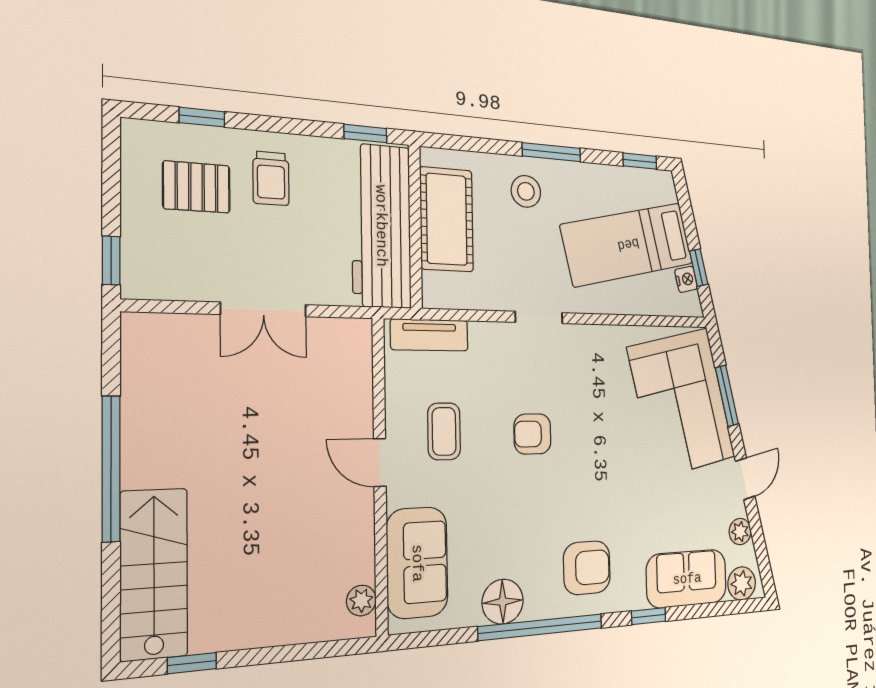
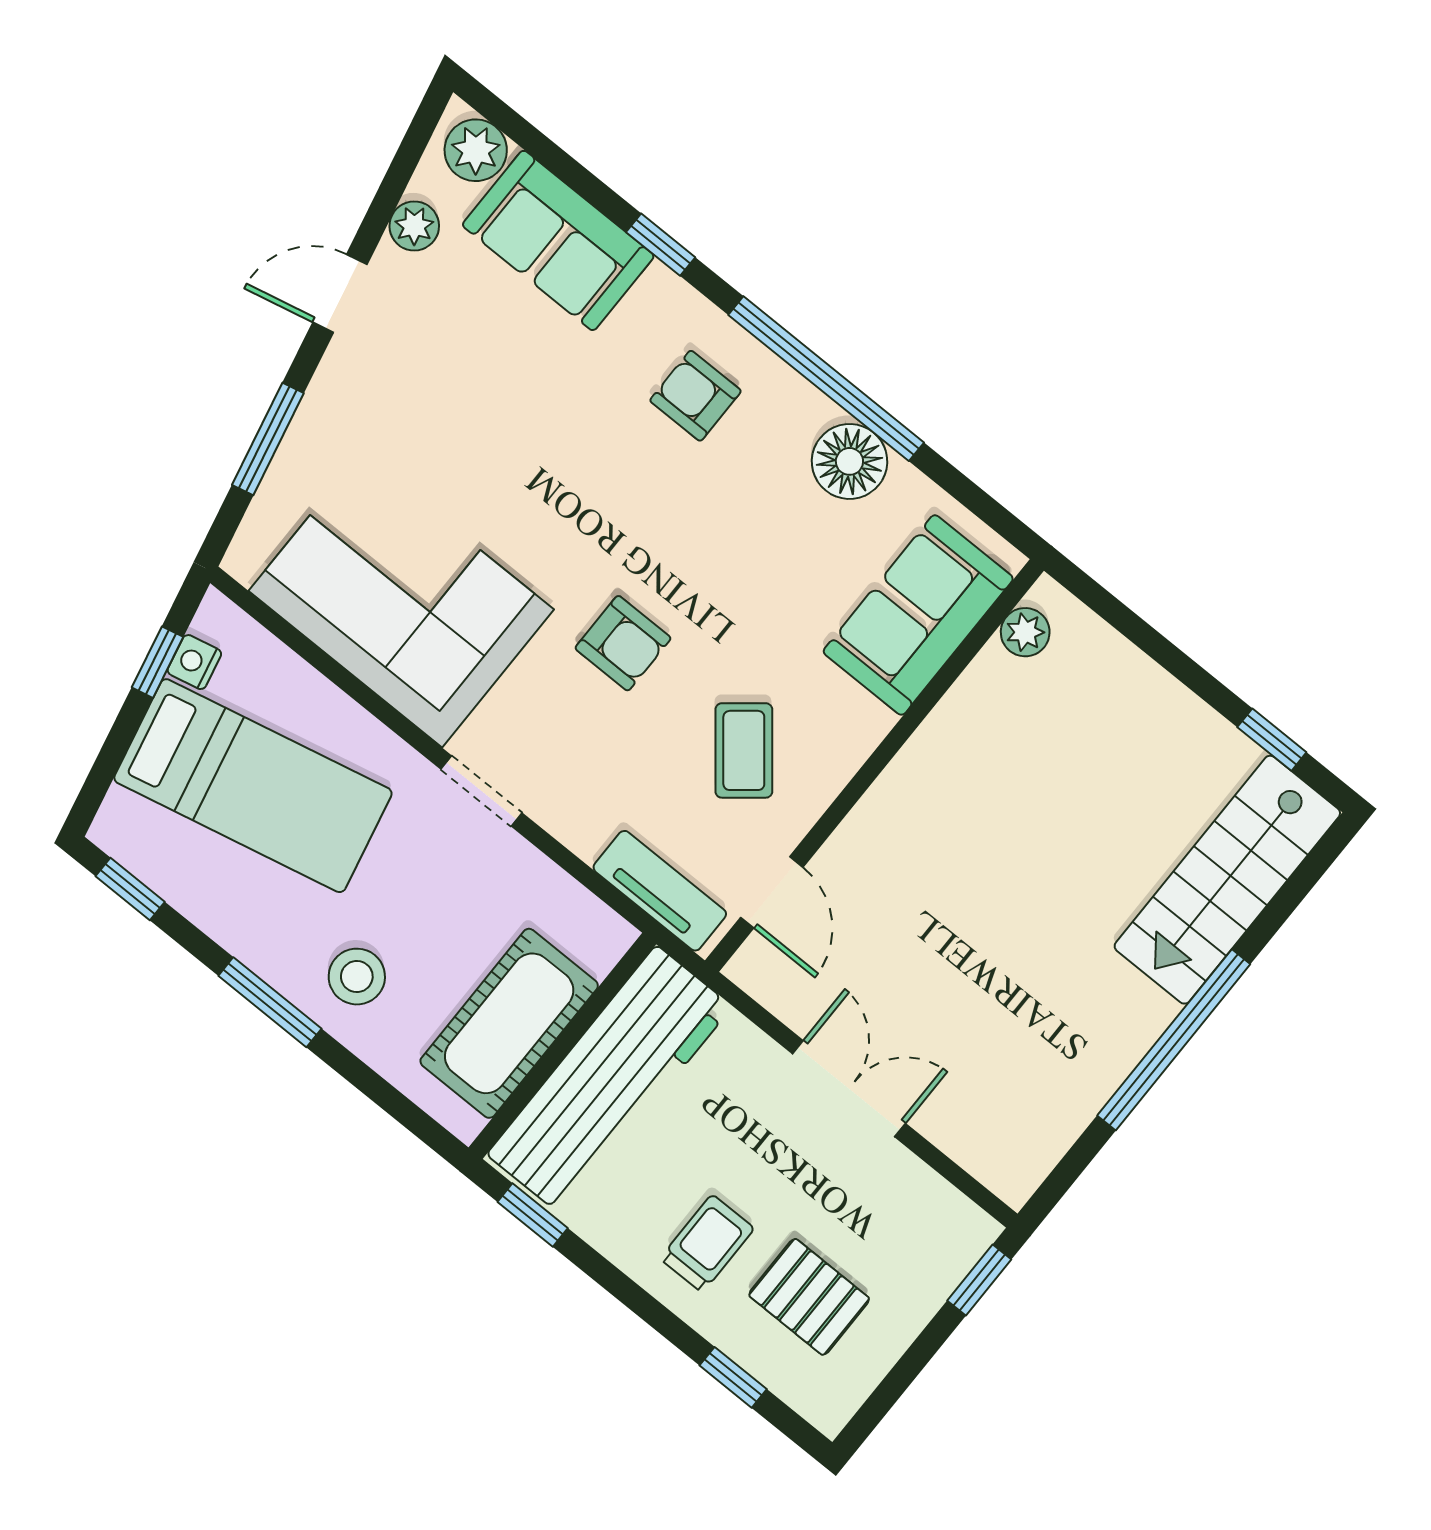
corner sofa: (682, 403) -> (401, 600), moved, turned -77
coffee table: (444, 431) -> (744, 750), turned -39
door: (380, 462) -> (772, 892), moved
armchair: (587, 568) -> (695, 396), width x0.72, depth x0.72

